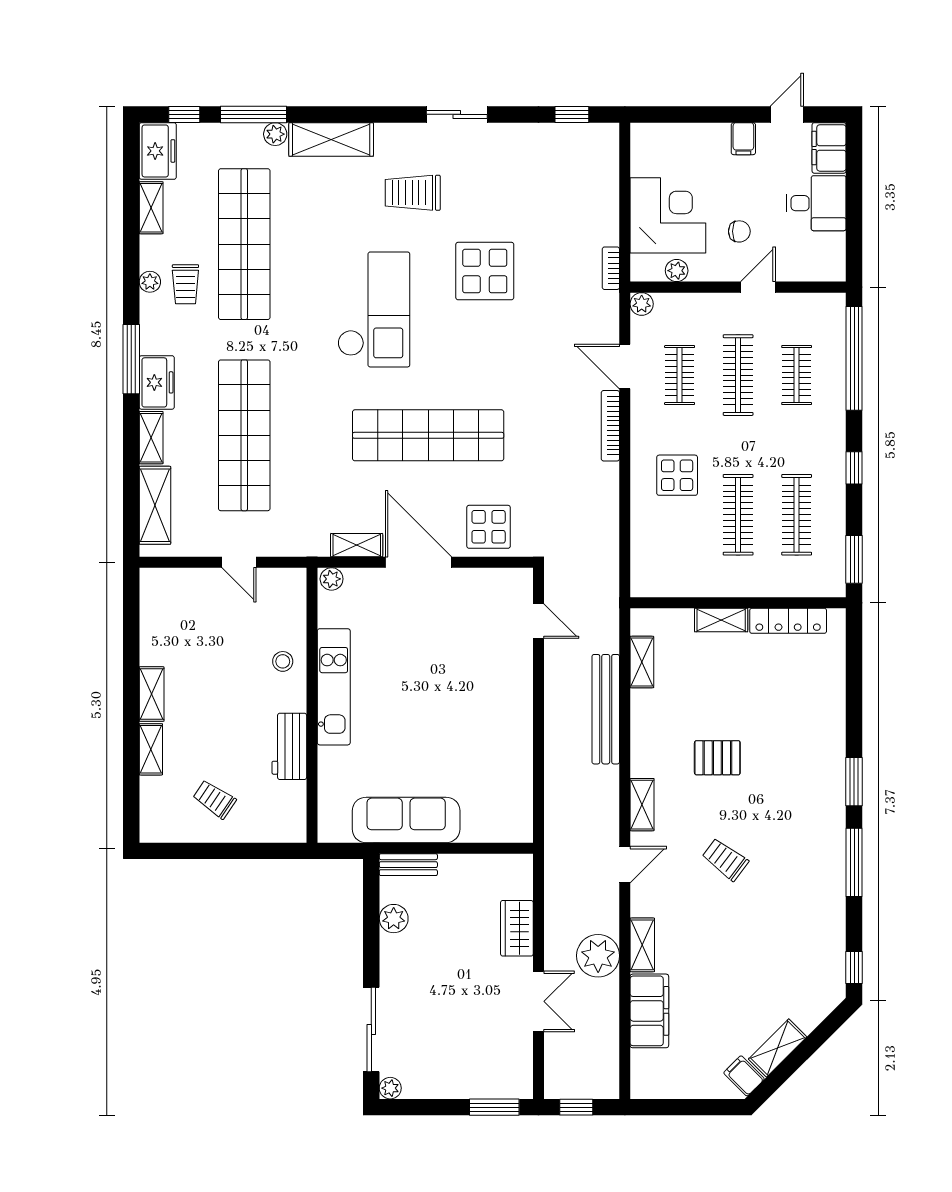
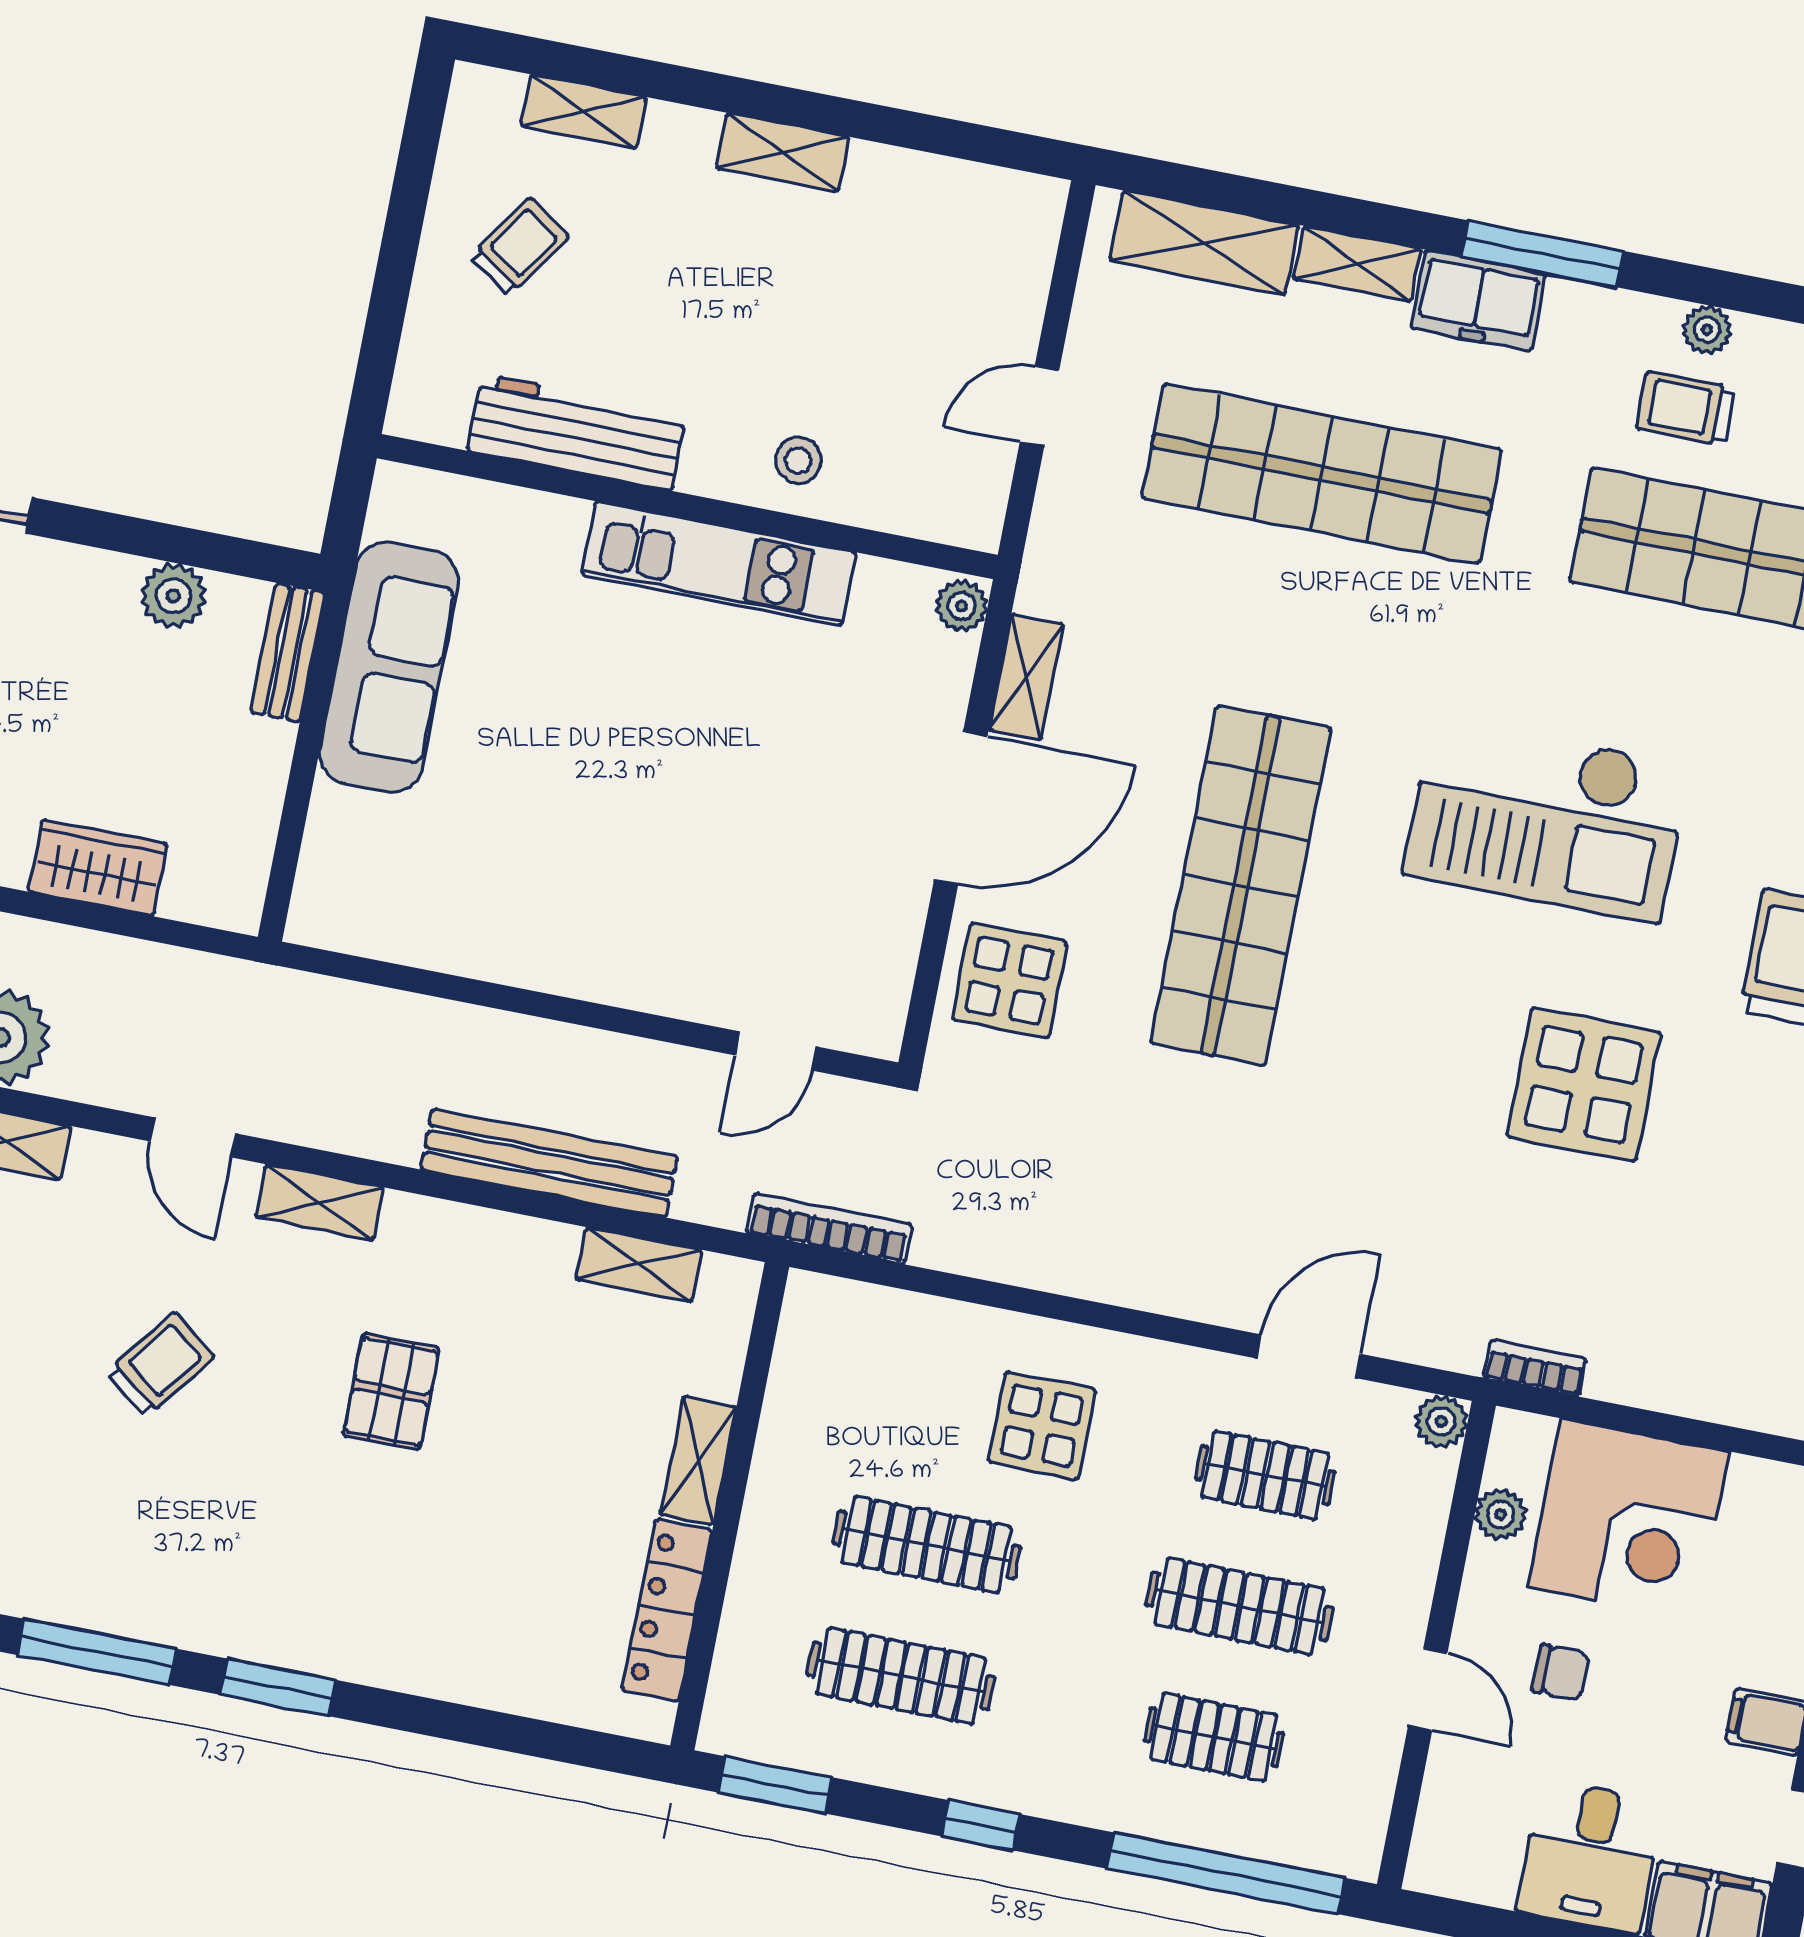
chair: (739, 231) -> (1561, 1672), turned -90
bookcase: (610, 426) -> (829, 1229), moved
workbench: (289, 746) -> (577, 432), width x1.37
shelving: (151, 749) -> (584, 112), moved

